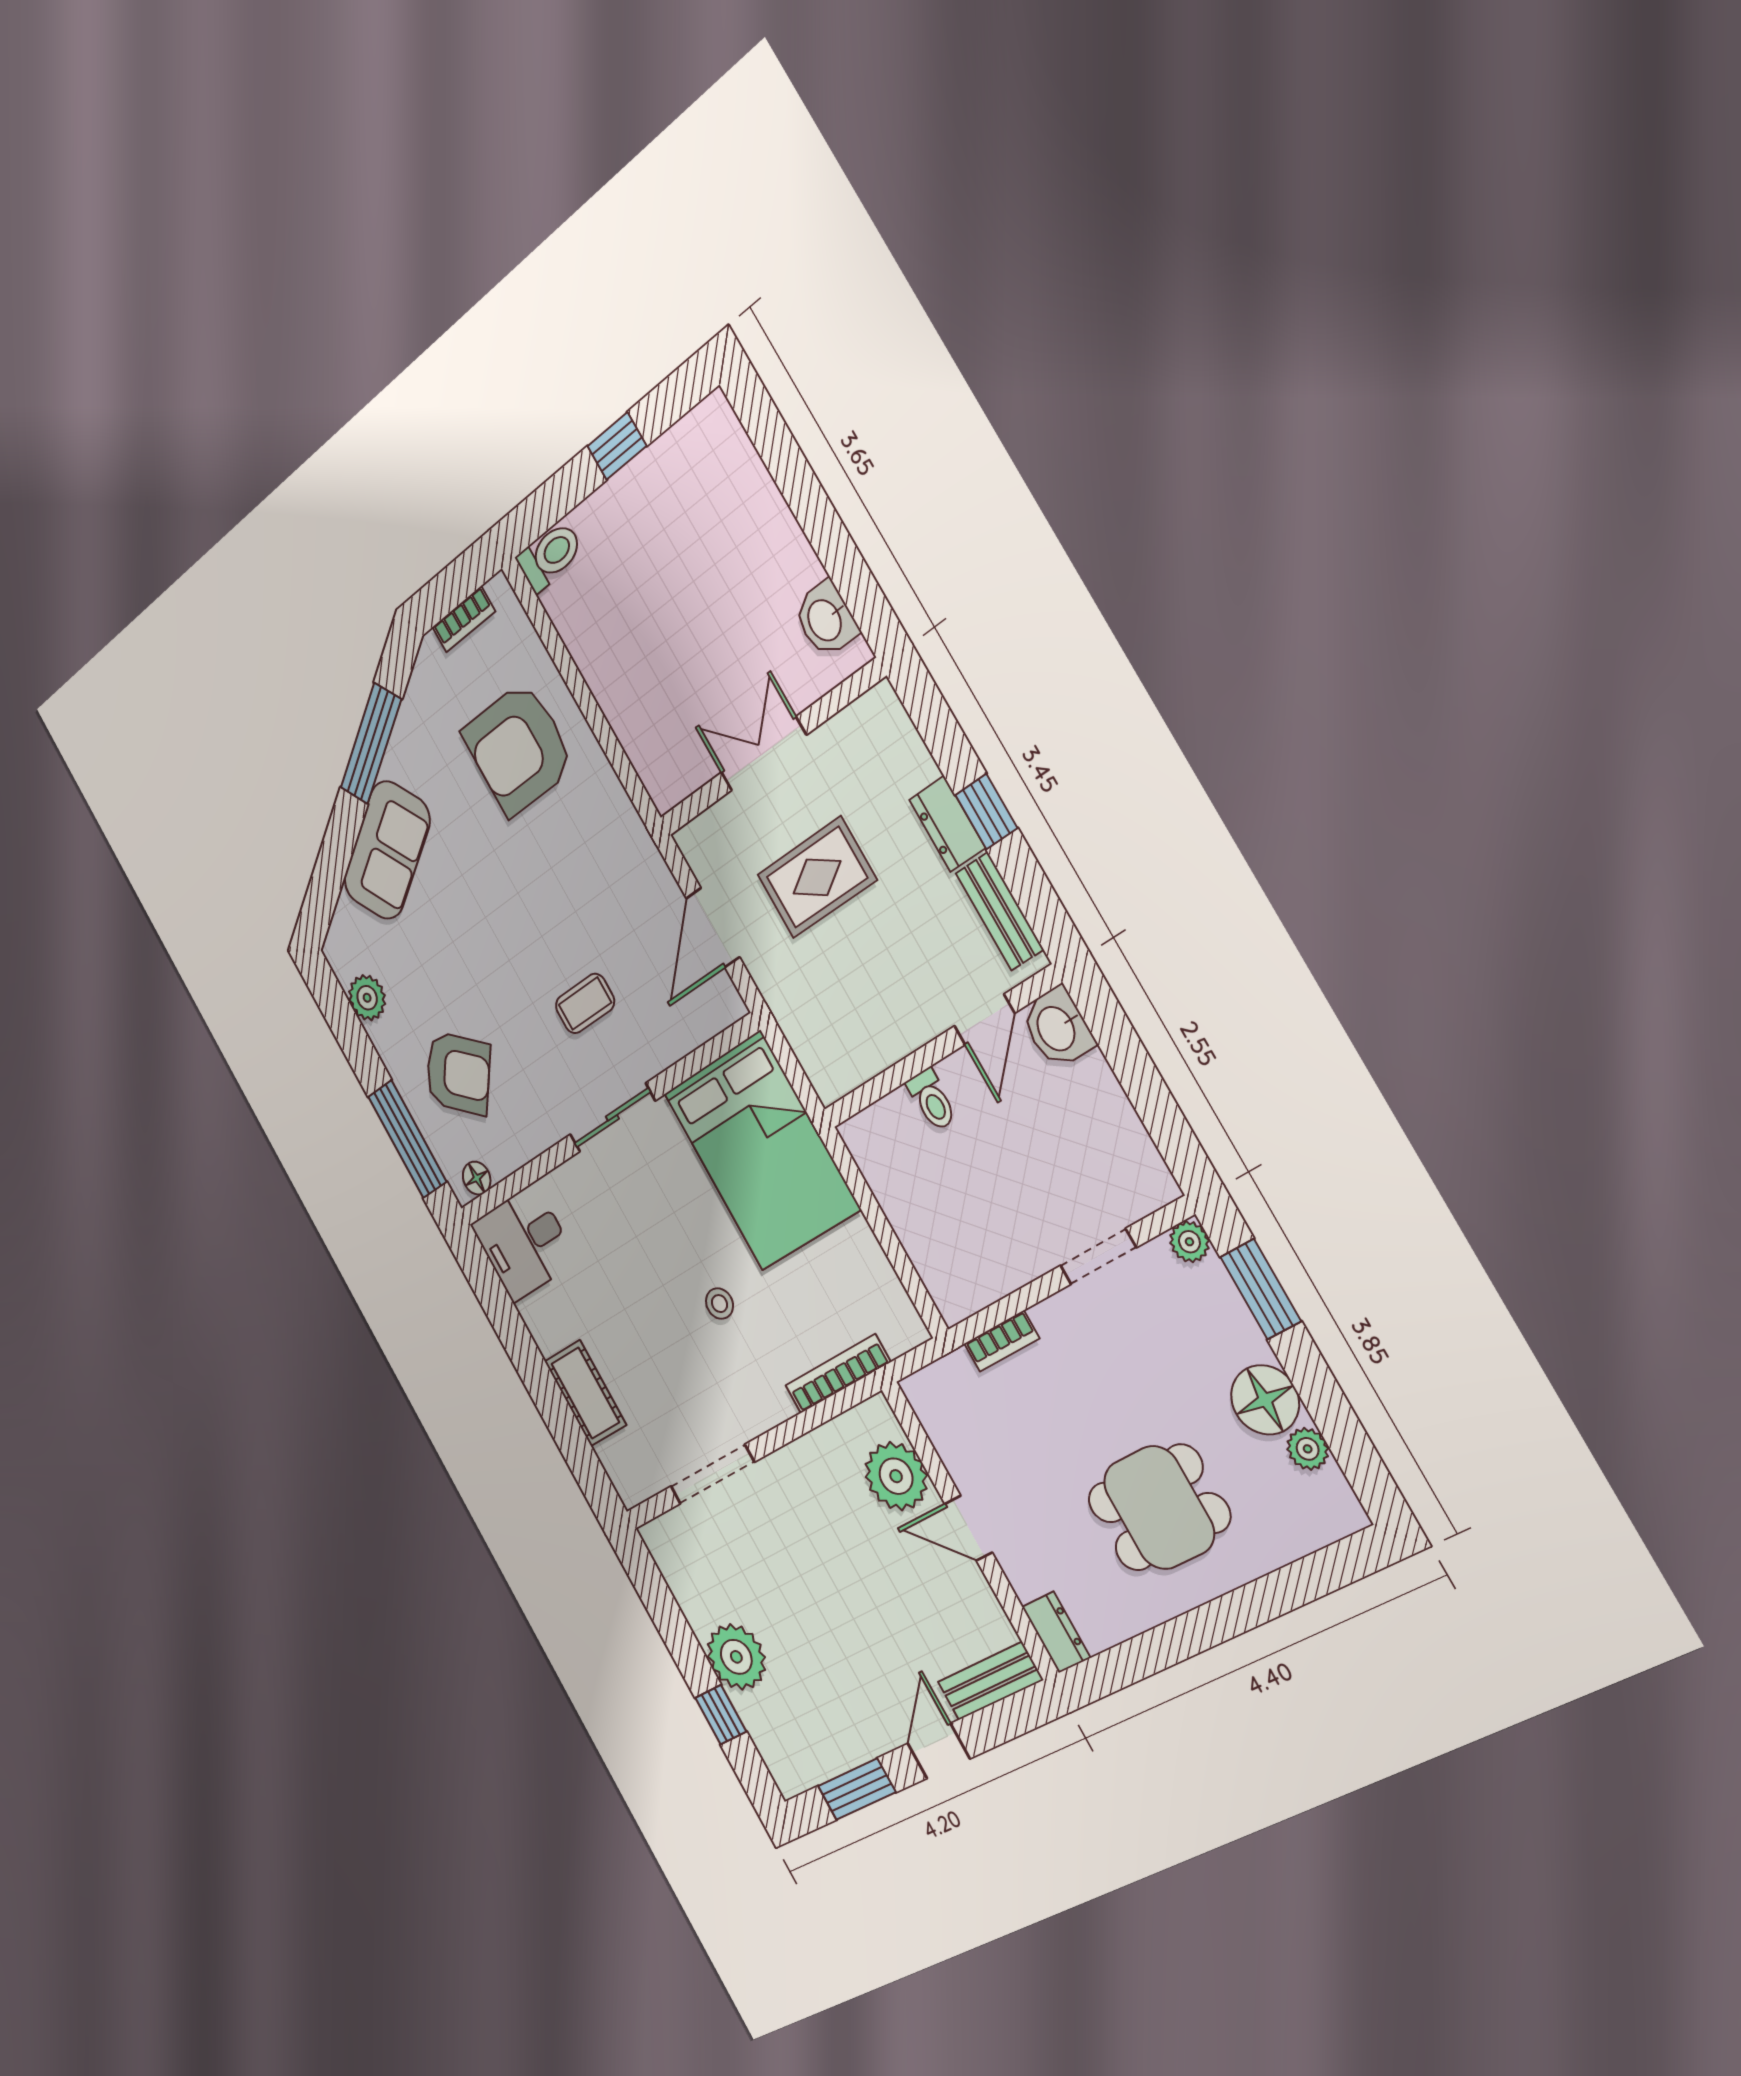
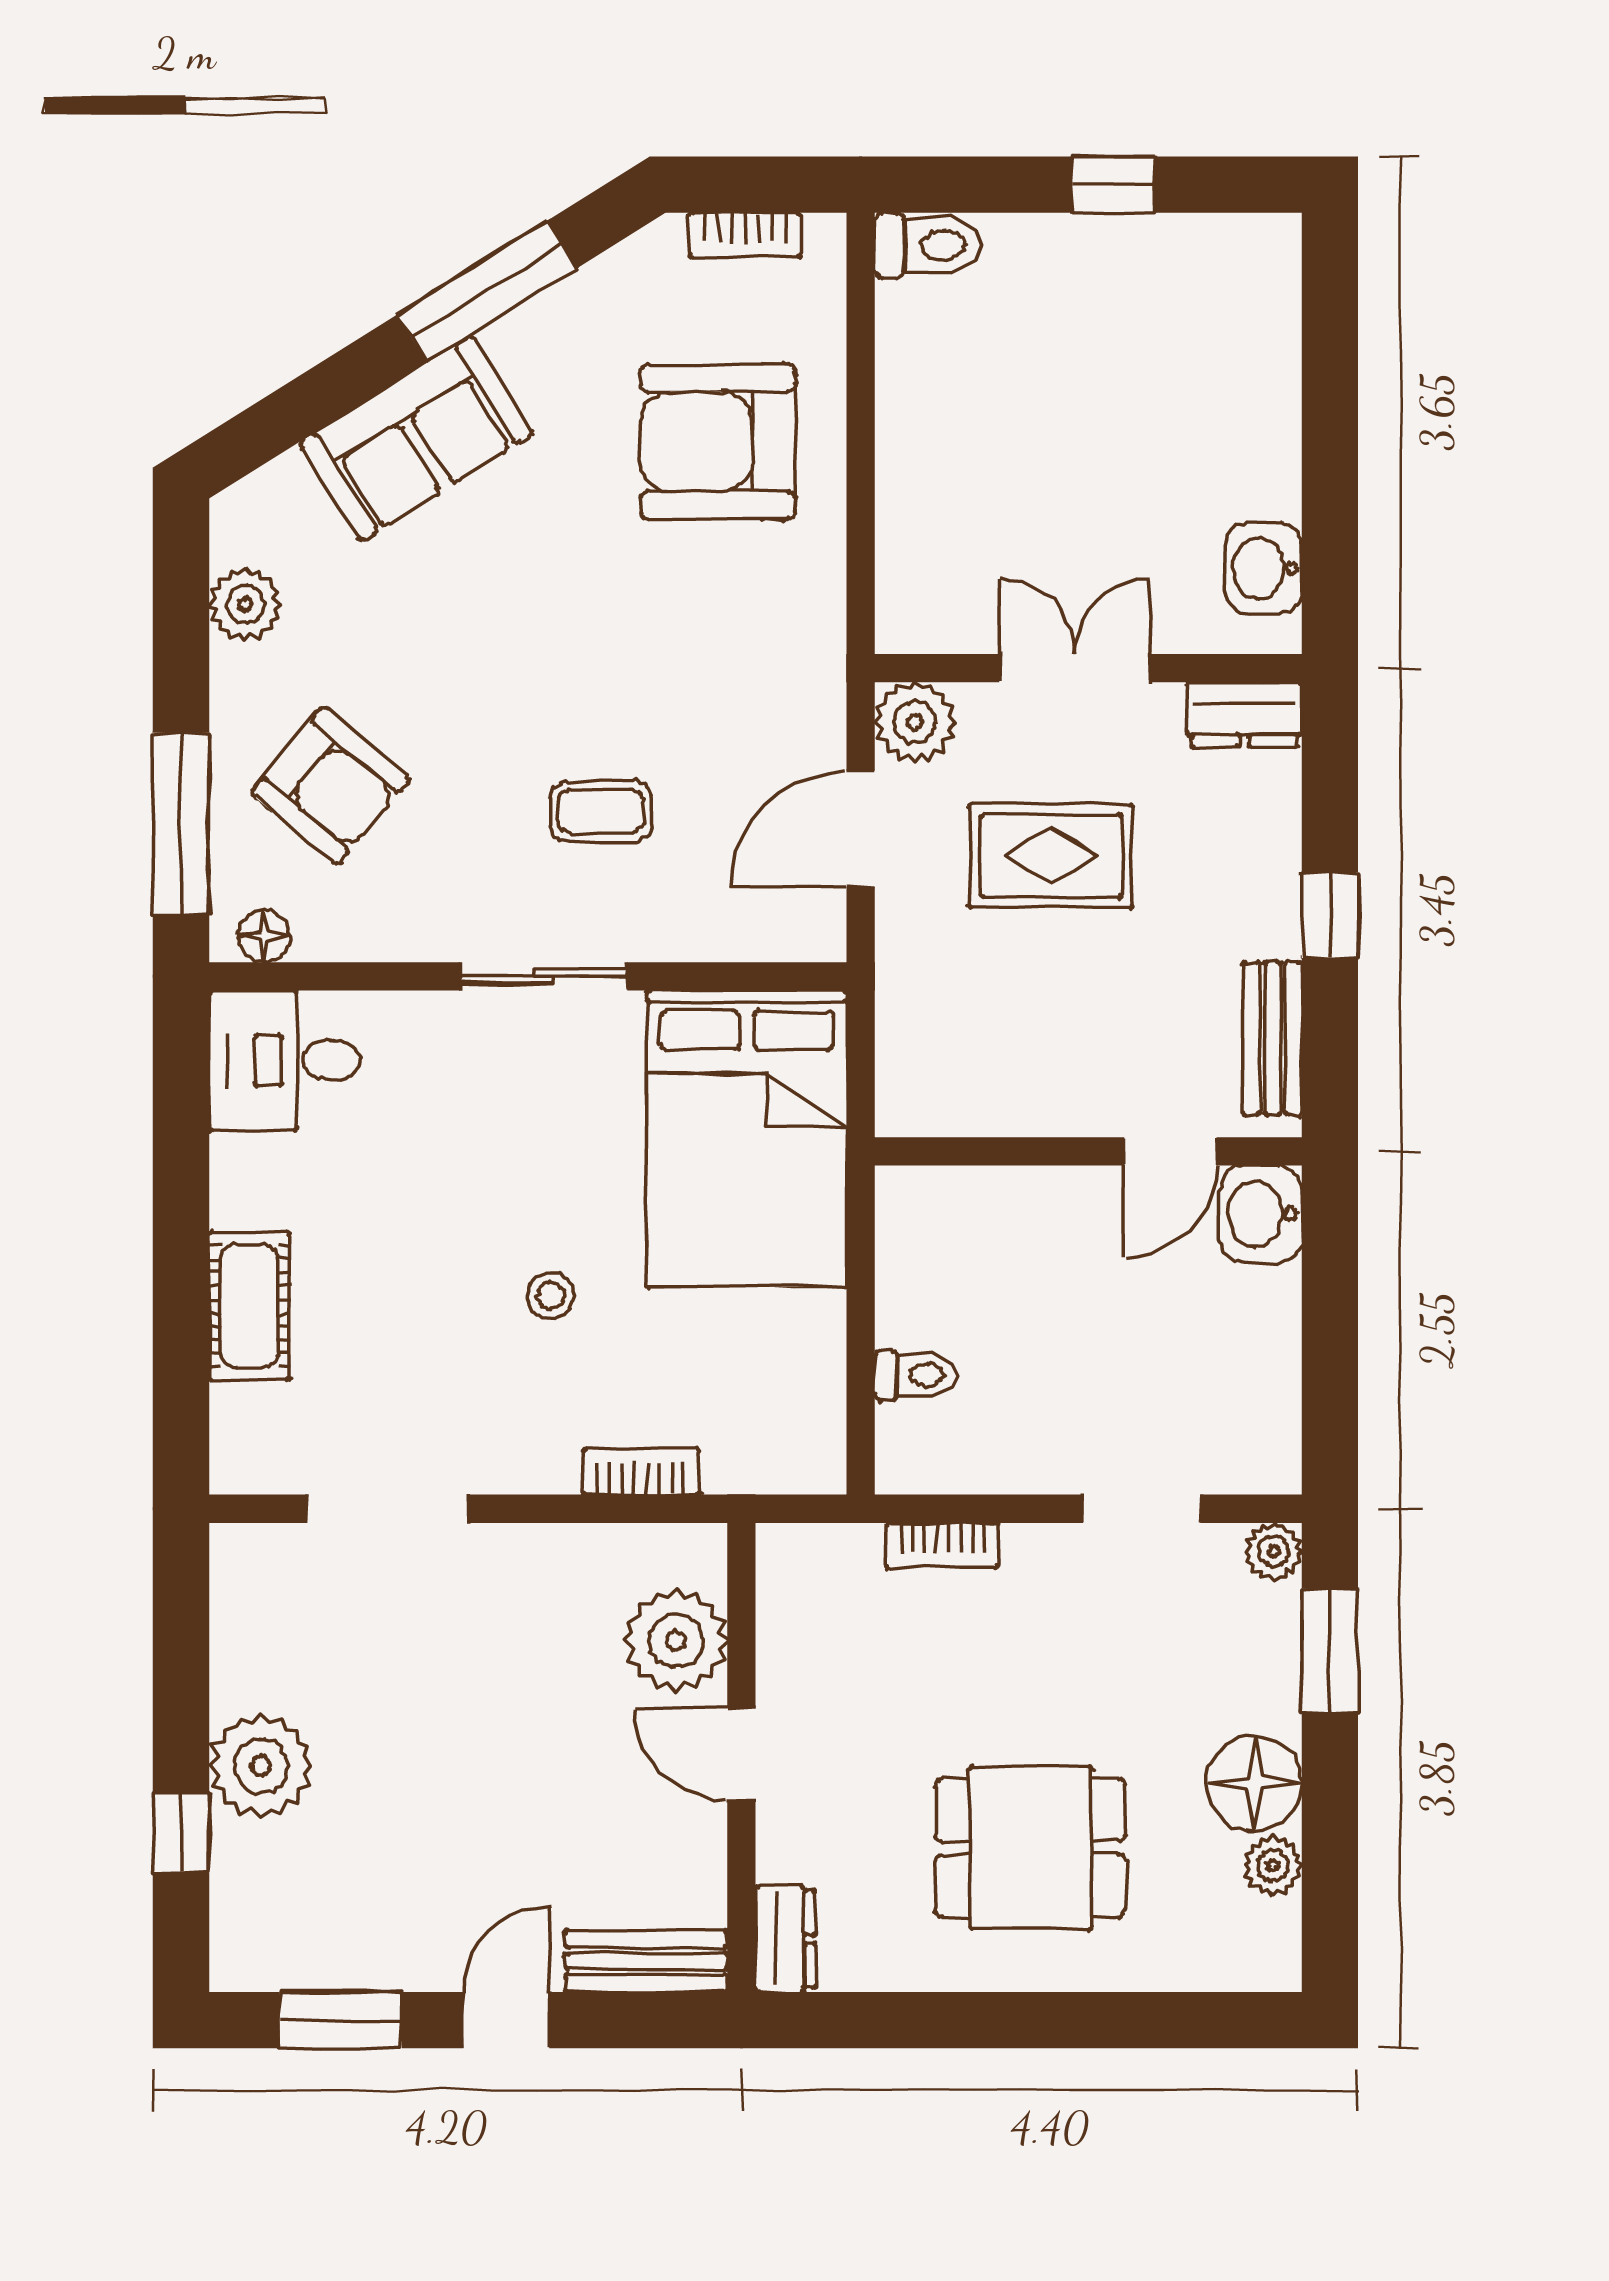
dresser: (947, 824) -> (1245, 714), moved, turned -90
plant: (703, 845) -> (915, 722), added
toilet: (932, 1100) -> (916, 1375), moved, turned -90
bookcase: (838, 1374) -> (641, 1472), width x0.64

